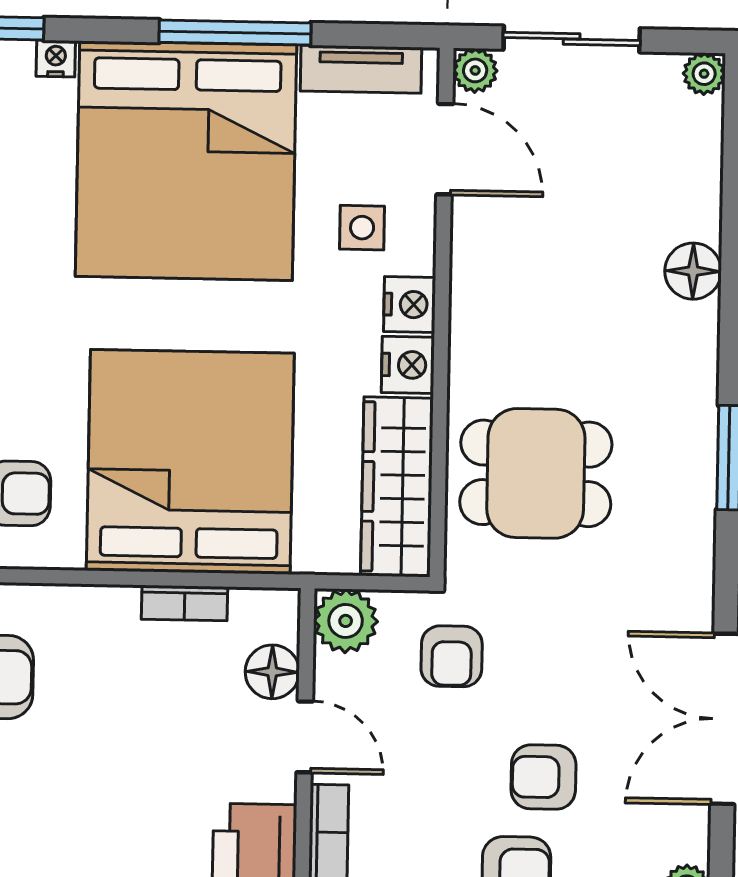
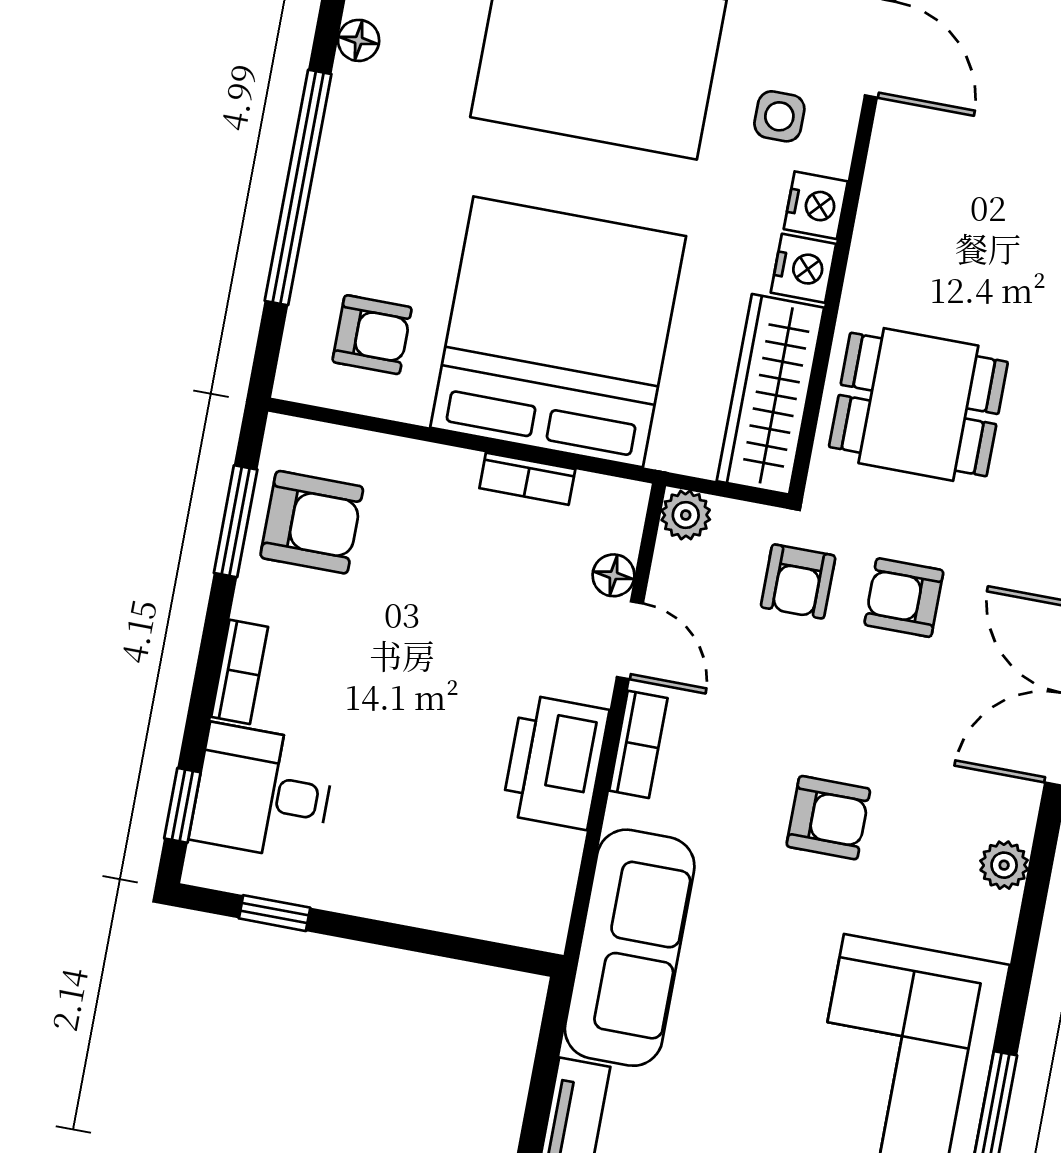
plant: (346, 621) -> (686, 515), width x0.73, depth x0.73
floor lamp: (272, 672) -> (613, 575), width x0.73, depth x0.73
armchair: (543, 777) -> (904, 598), moved

